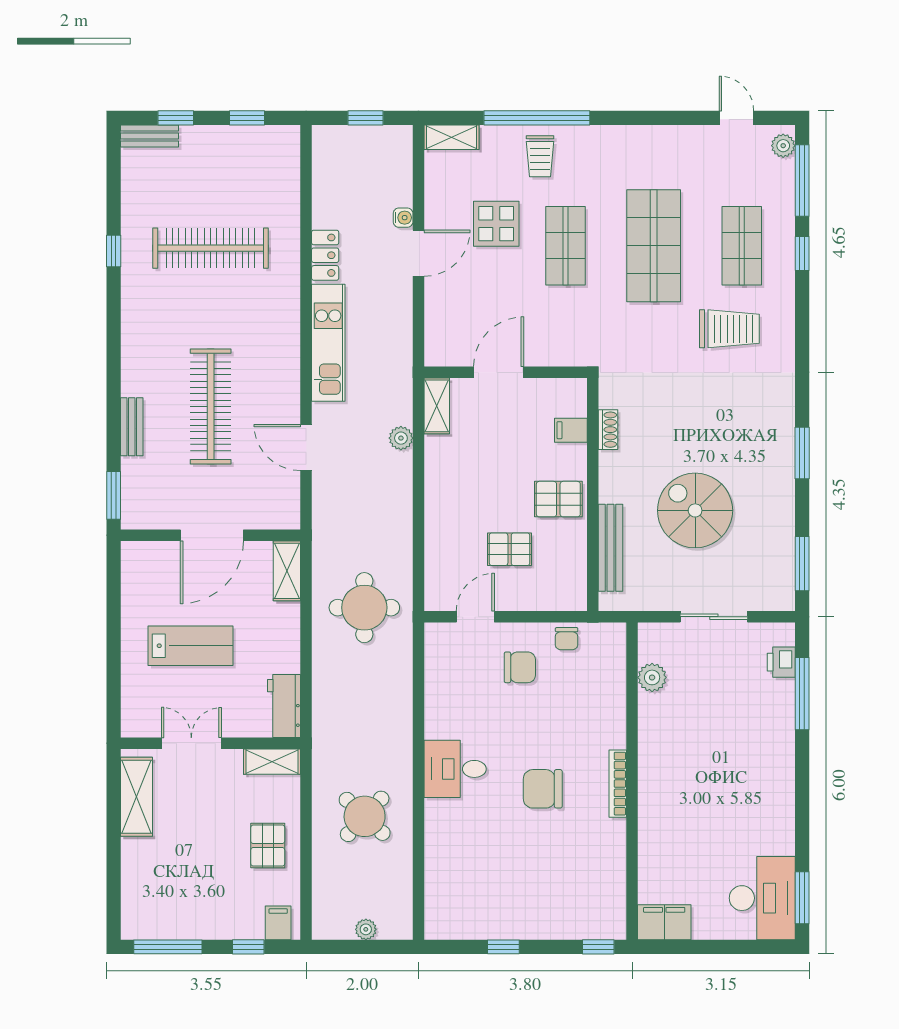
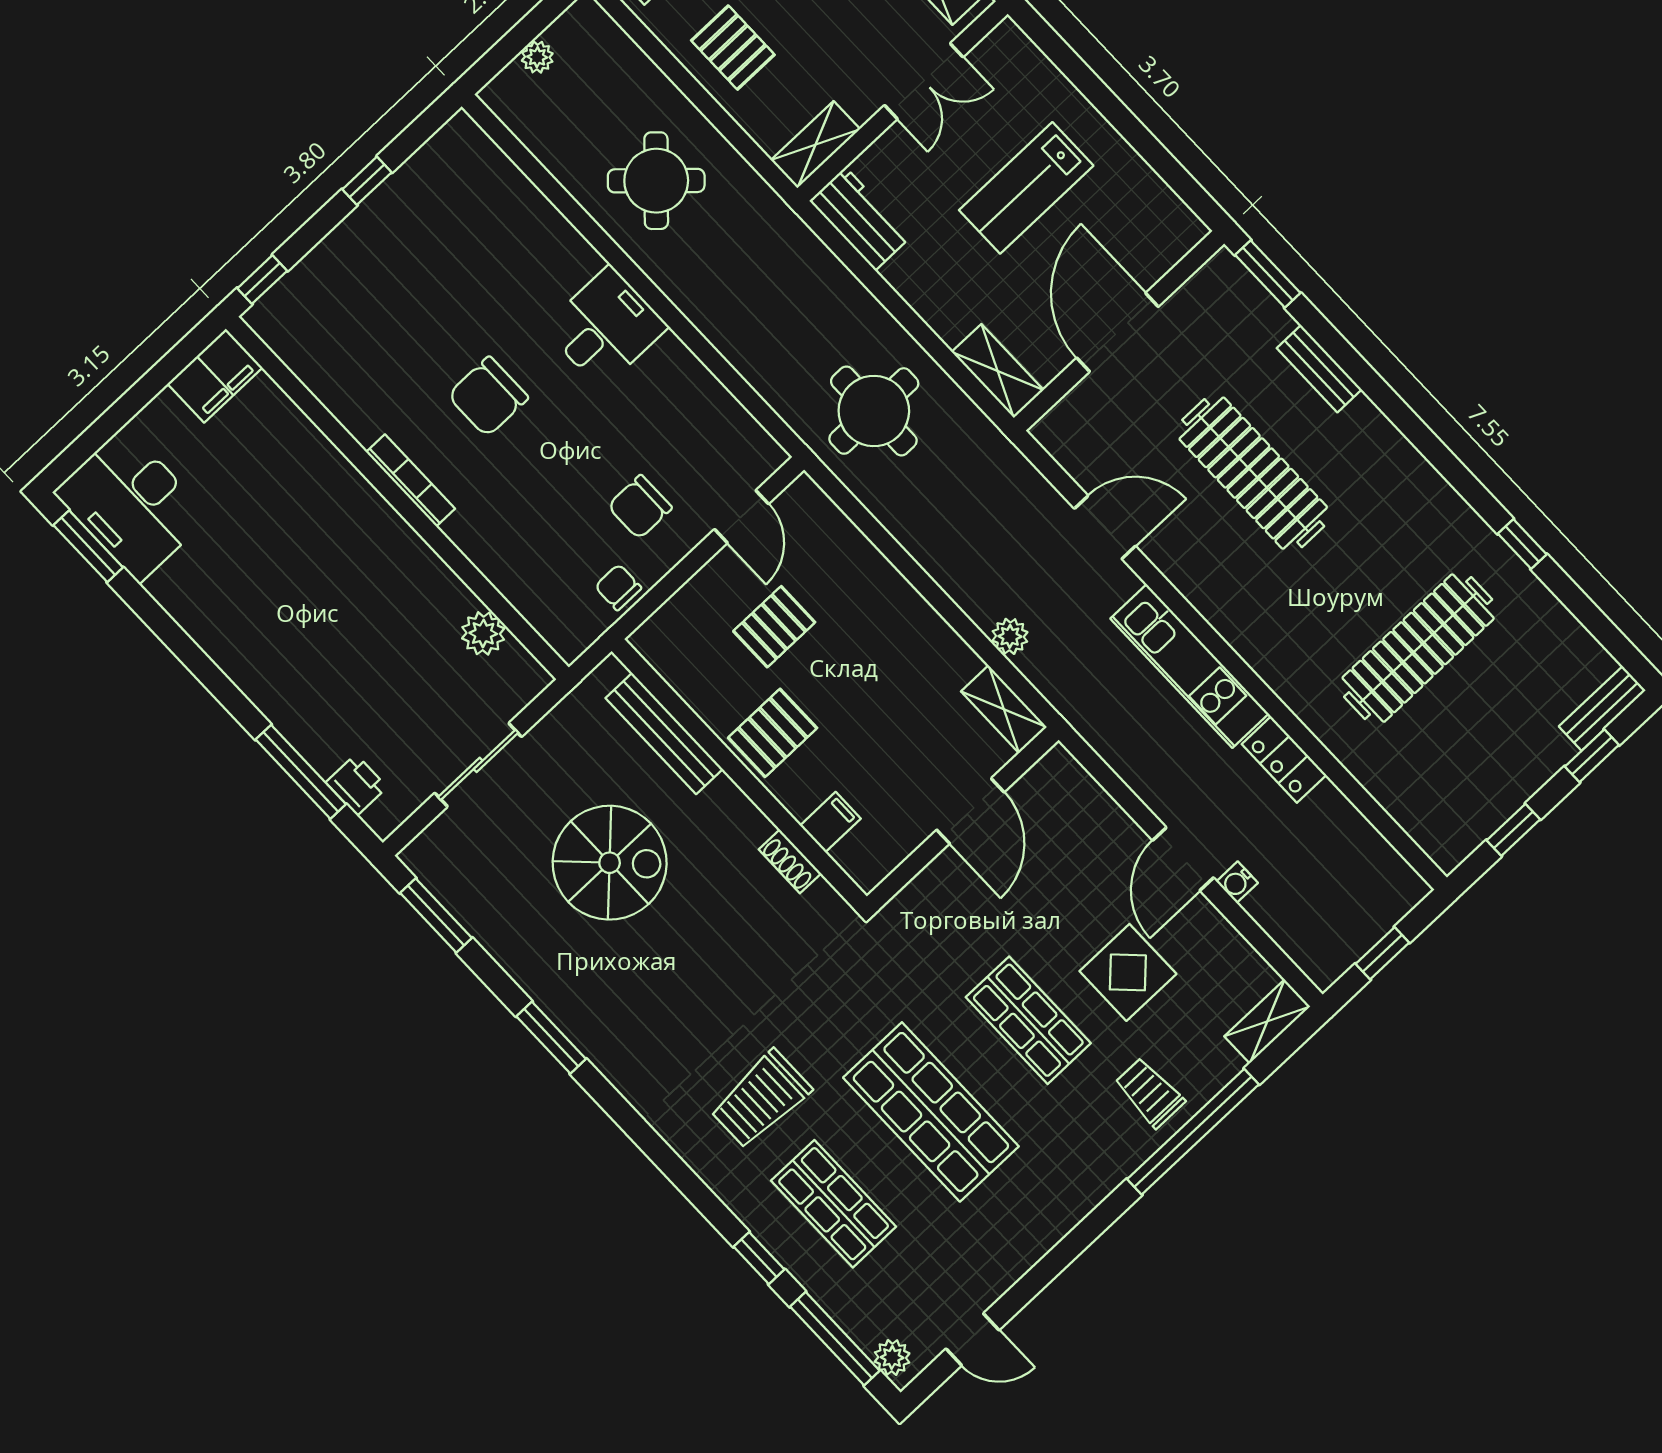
chair: (543, 789) -> (488, 397), turned 180

